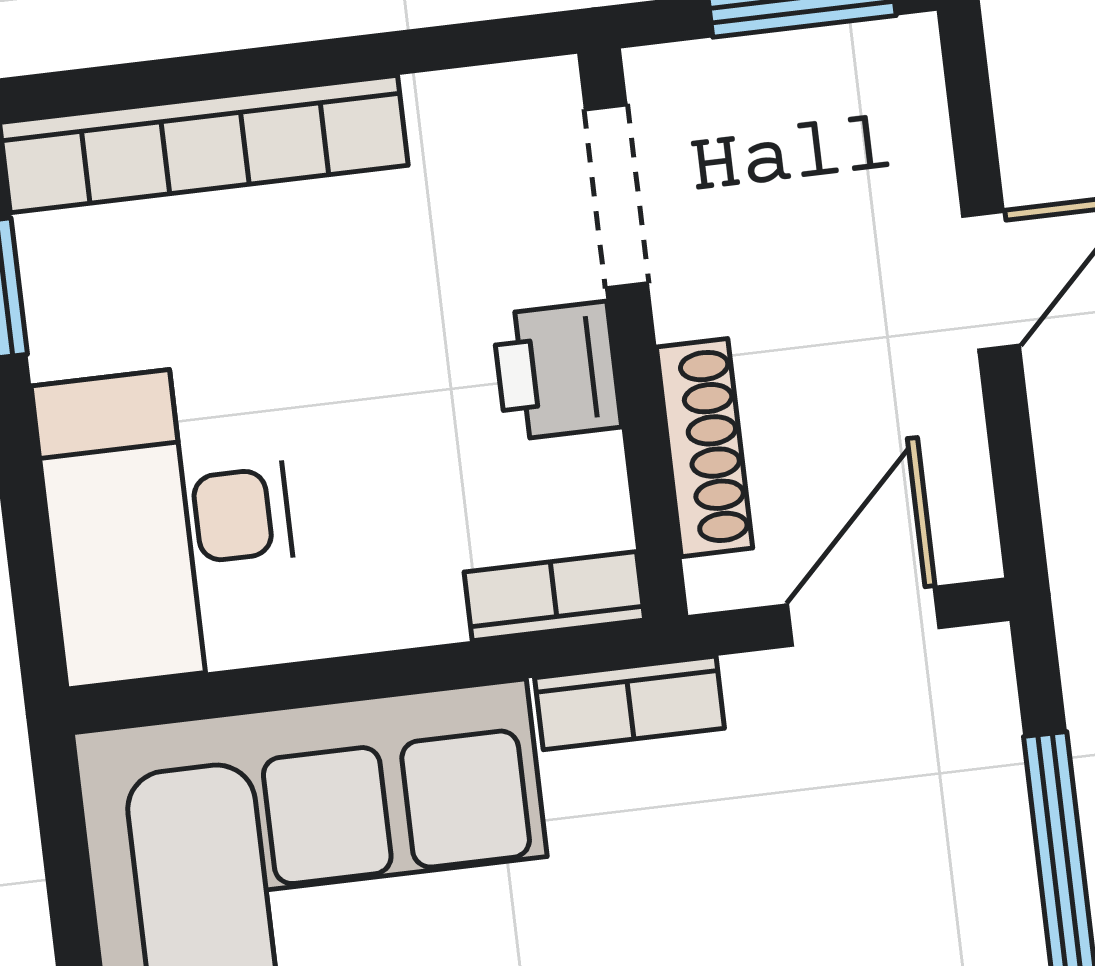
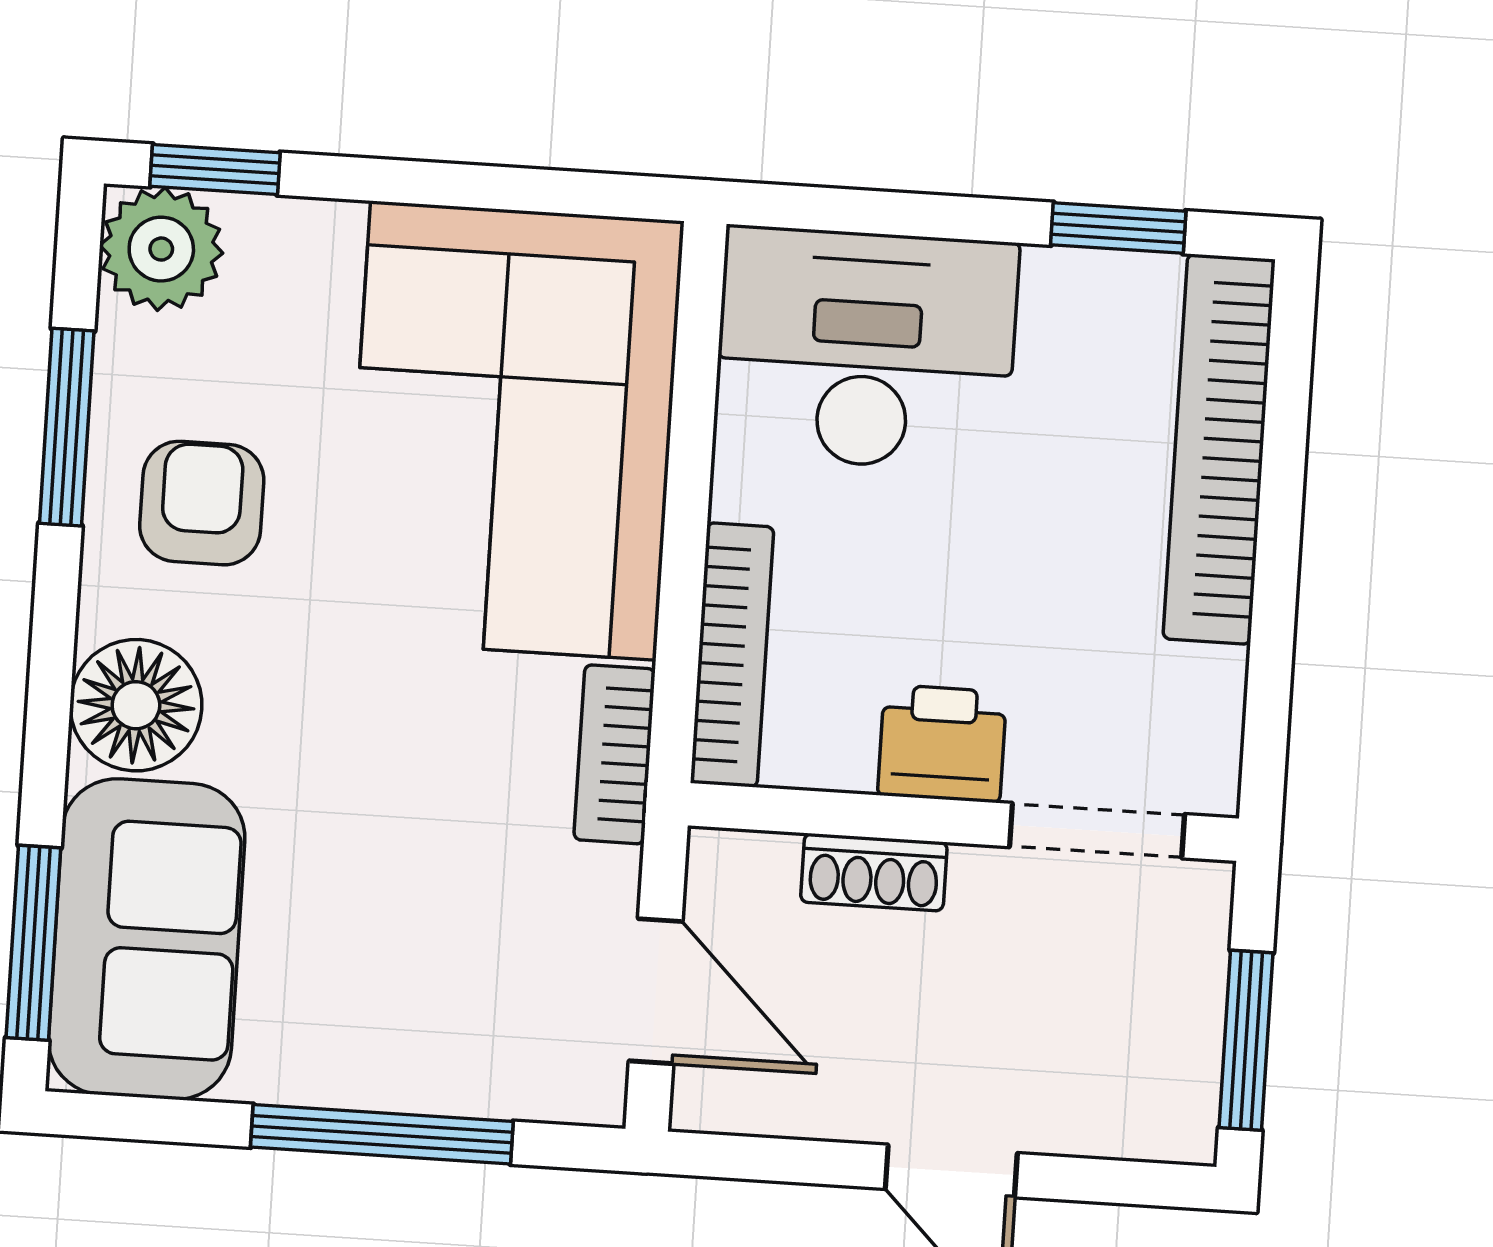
shoe rack: (705, 448) -> (874, 872), width x0.70
bookcase: (554, 596) -> (732, 655), width x1.56

